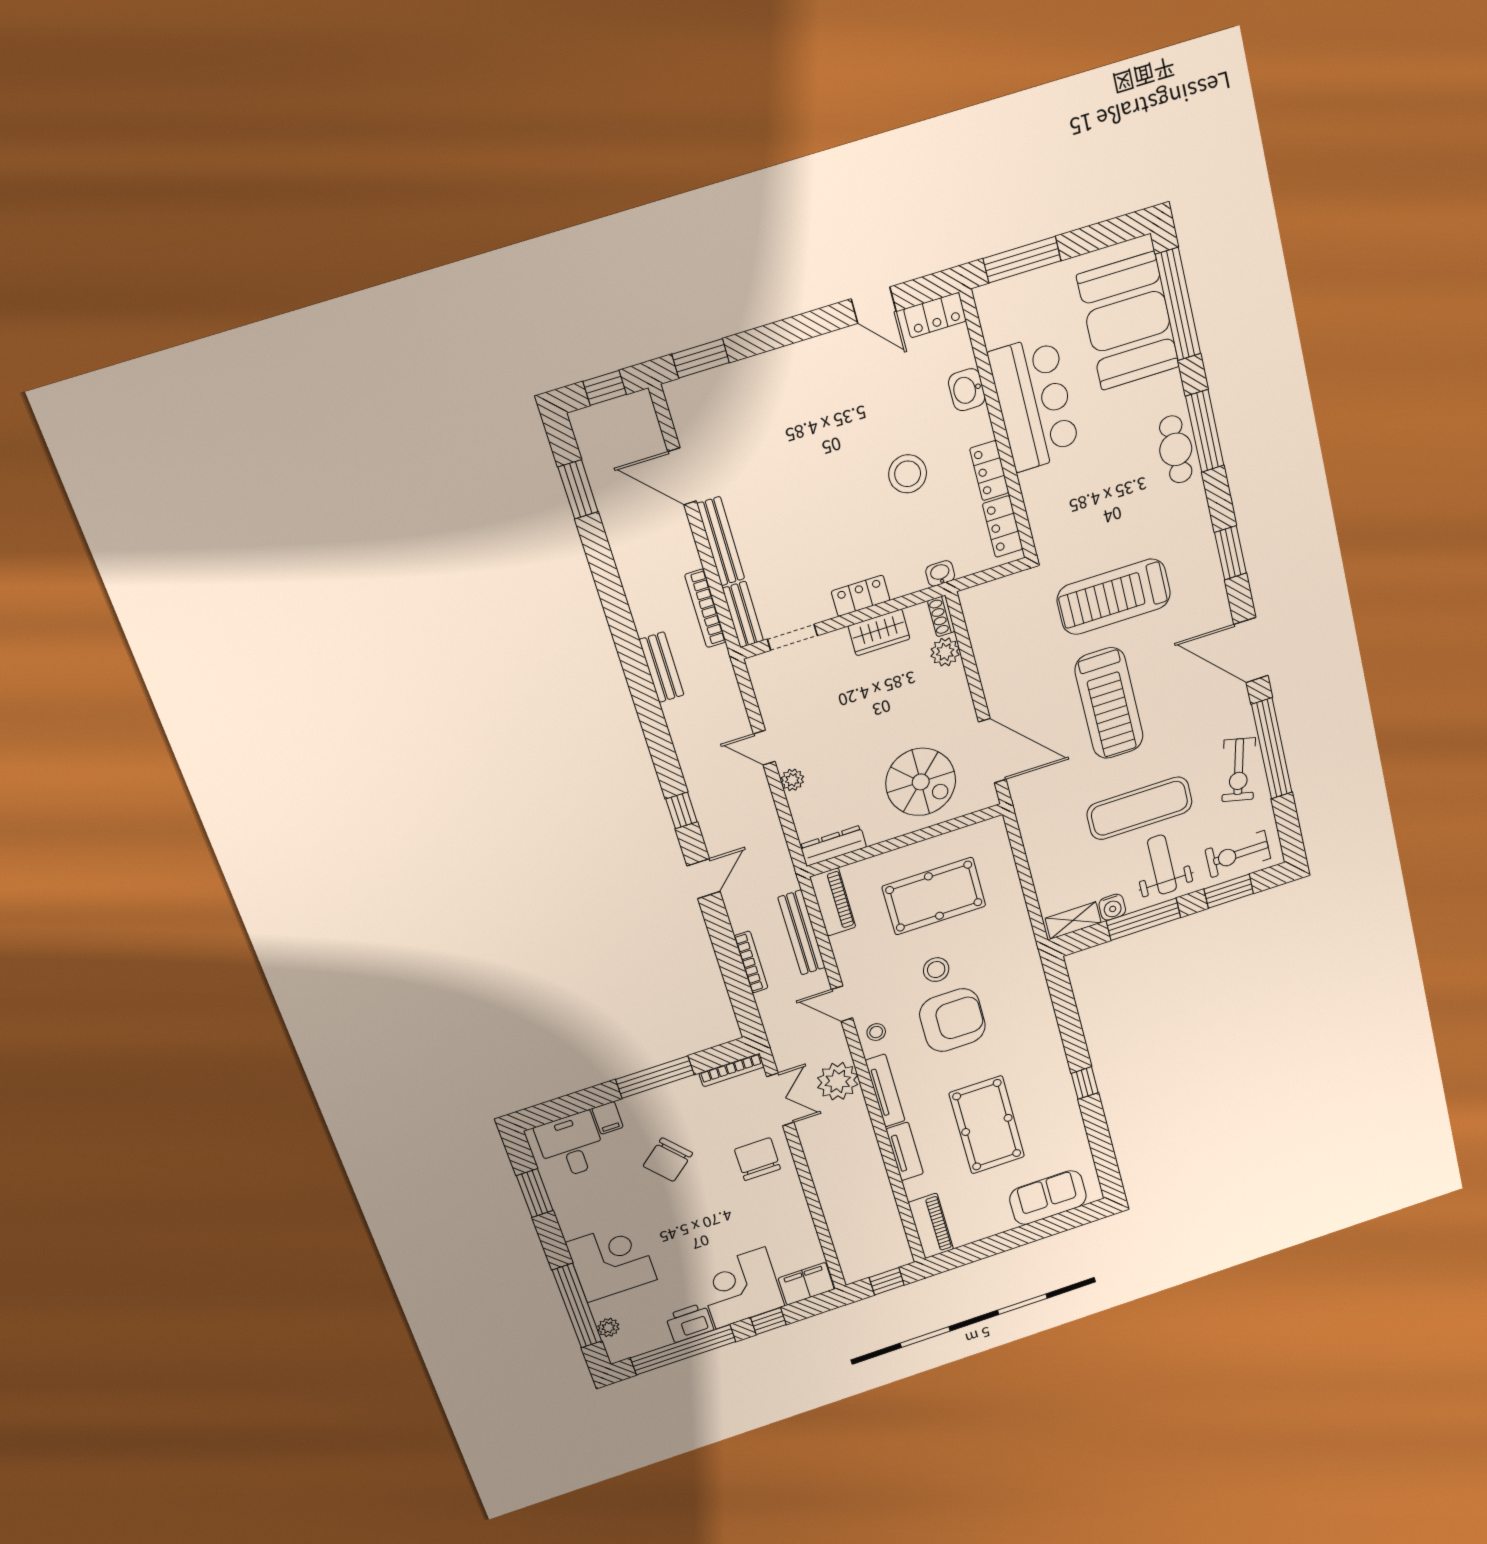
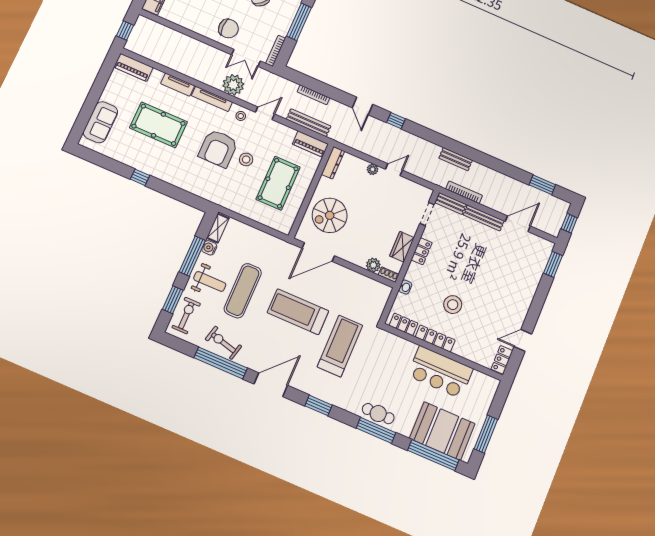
window: (1022, 260) -> (486, 434), moved
washbasin: (967, 390) -> (466, 351), removed
locker: (989, 471) -> (435, 338), width x1.53

